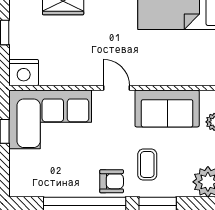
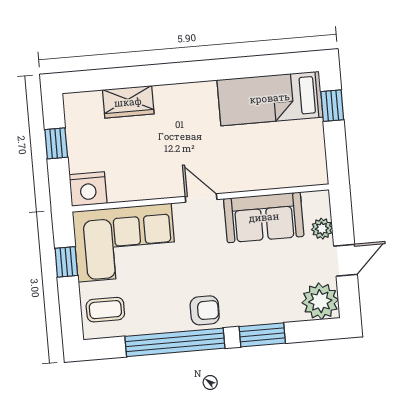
coffee table: (147, 165) -> (105, 310), moved, turned 90

